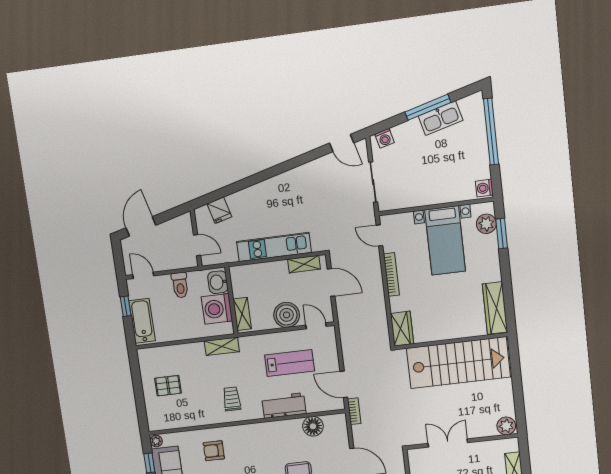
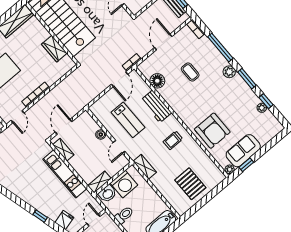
window: (243, 184) -> (40, 216), added
shelving: (242, 314) -> (99, 182), moved
boiler: (287, 315) -> (101, 135), width x0.54, depth x0.54
door: (316, 326) -> (119, 147), moved
wardrobe: (402, 329) -> (54, 49), moved, turned -90
lab bench: (290, 363) -> (128, 120), turned 180
pallet: (168, 386) -> (190, 184), width x1.50, depth x1.42
armchair: (214, 451) -> (212, 131), width x1.88, depth x1.88

